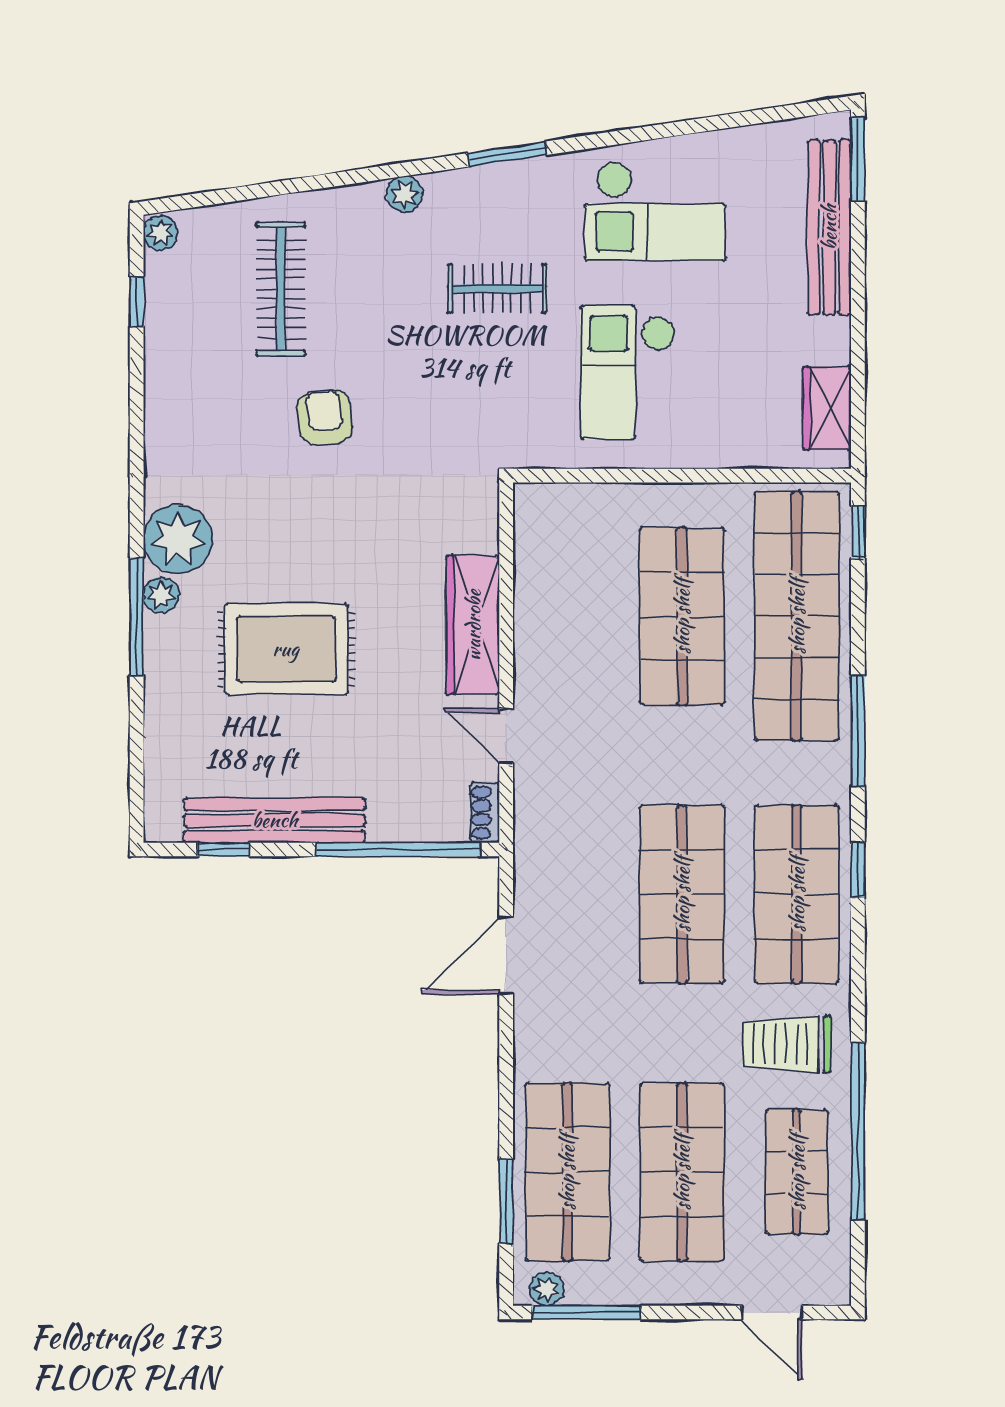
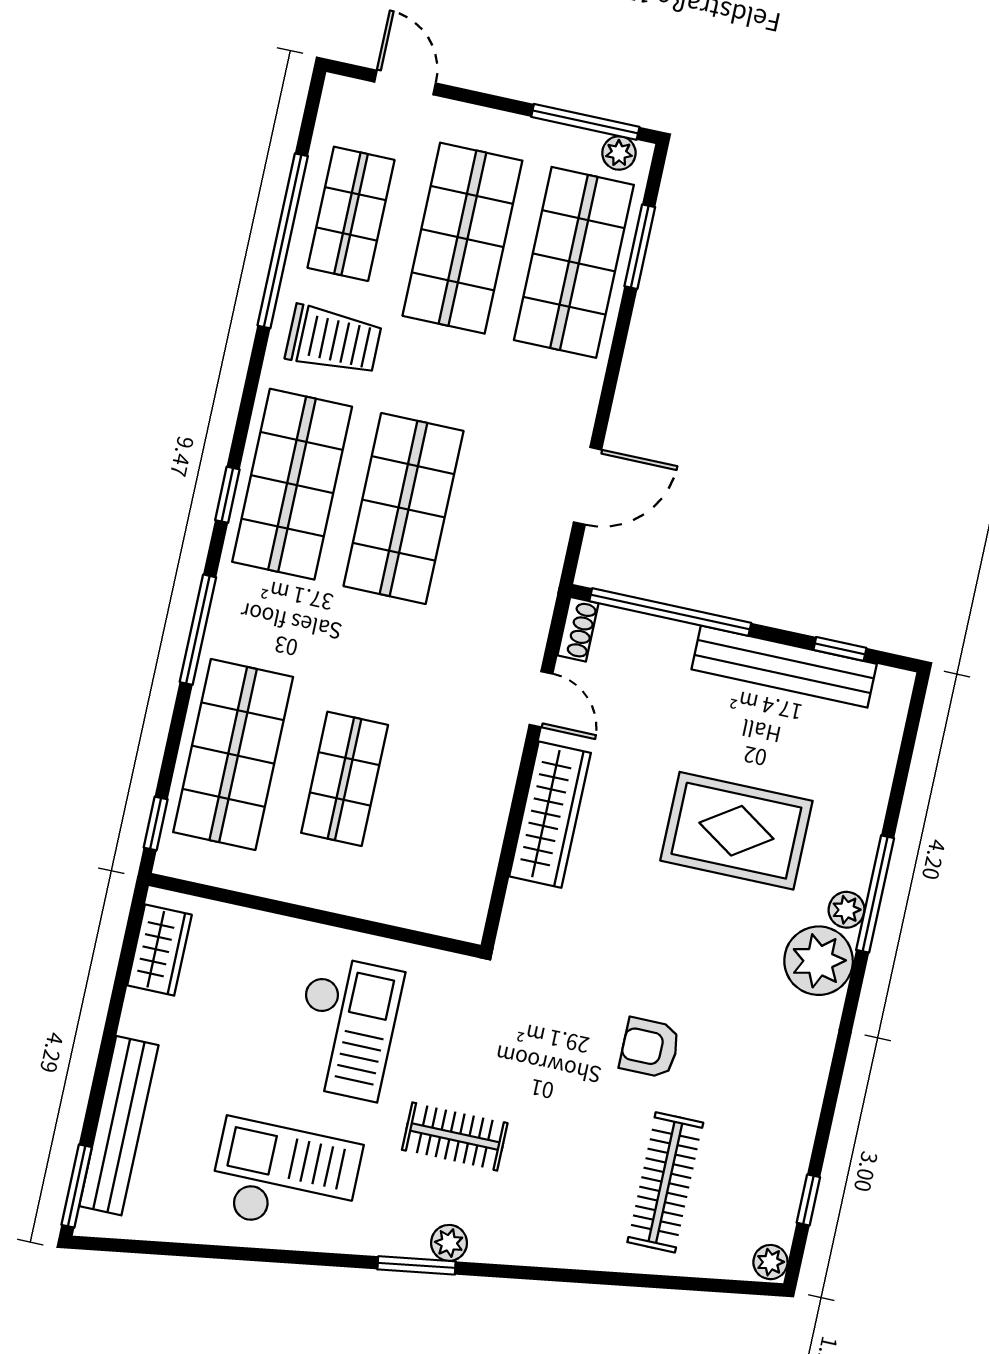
plant: (404, 194) -> (449, 1243), moved
armchair: (325, 417) -> (650, 1048), turned 97
shop shelf: (682, 616) -> (345, 779), width x0.70, depth x0.74
shop shelf: (797, 616) -> (233, 755), width x0.71

